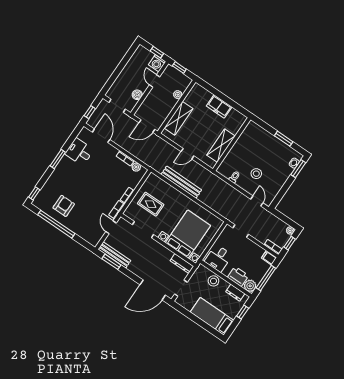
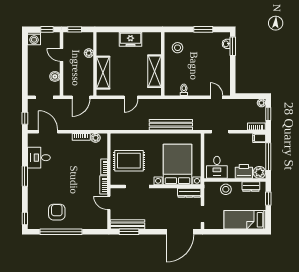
washing machine: (157, 63) -> (34, 39), moved
stool: (256, 174) -> (178, 48), moved
bench: (181, 182) -> (171, 125), moved
rug: (151, 204) -> (129, 161), width x1.36, depth x1.43

